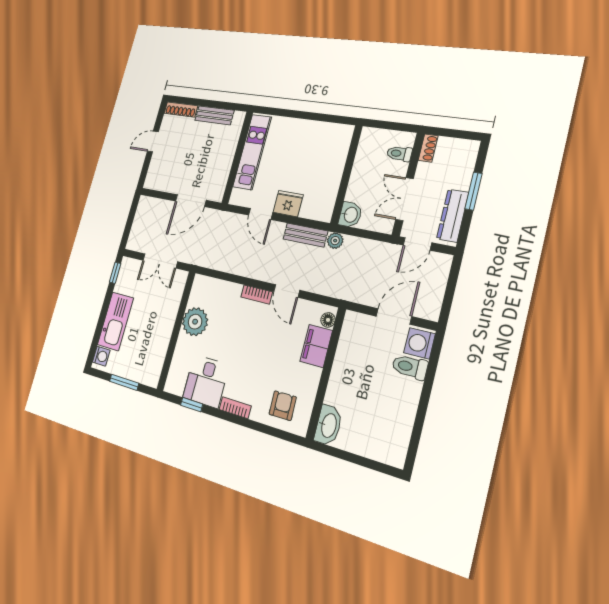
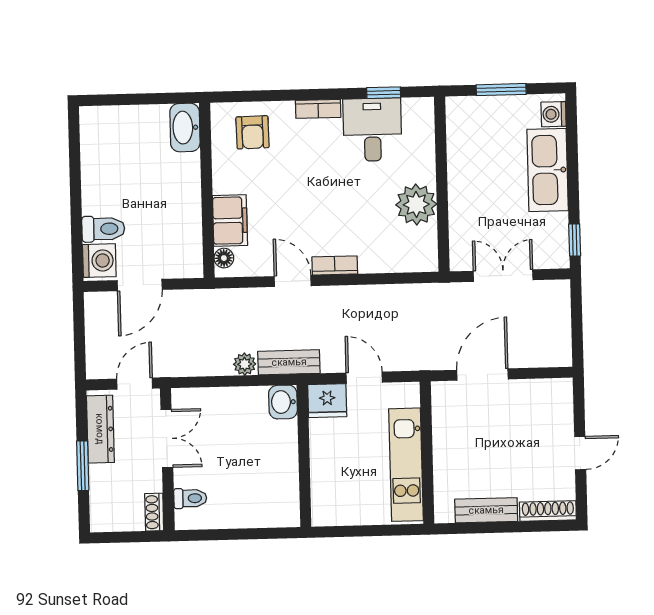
wall: (346, 174) -> (304, 456), moved
washbasin: (350, 215) -> (283, 402), moved

